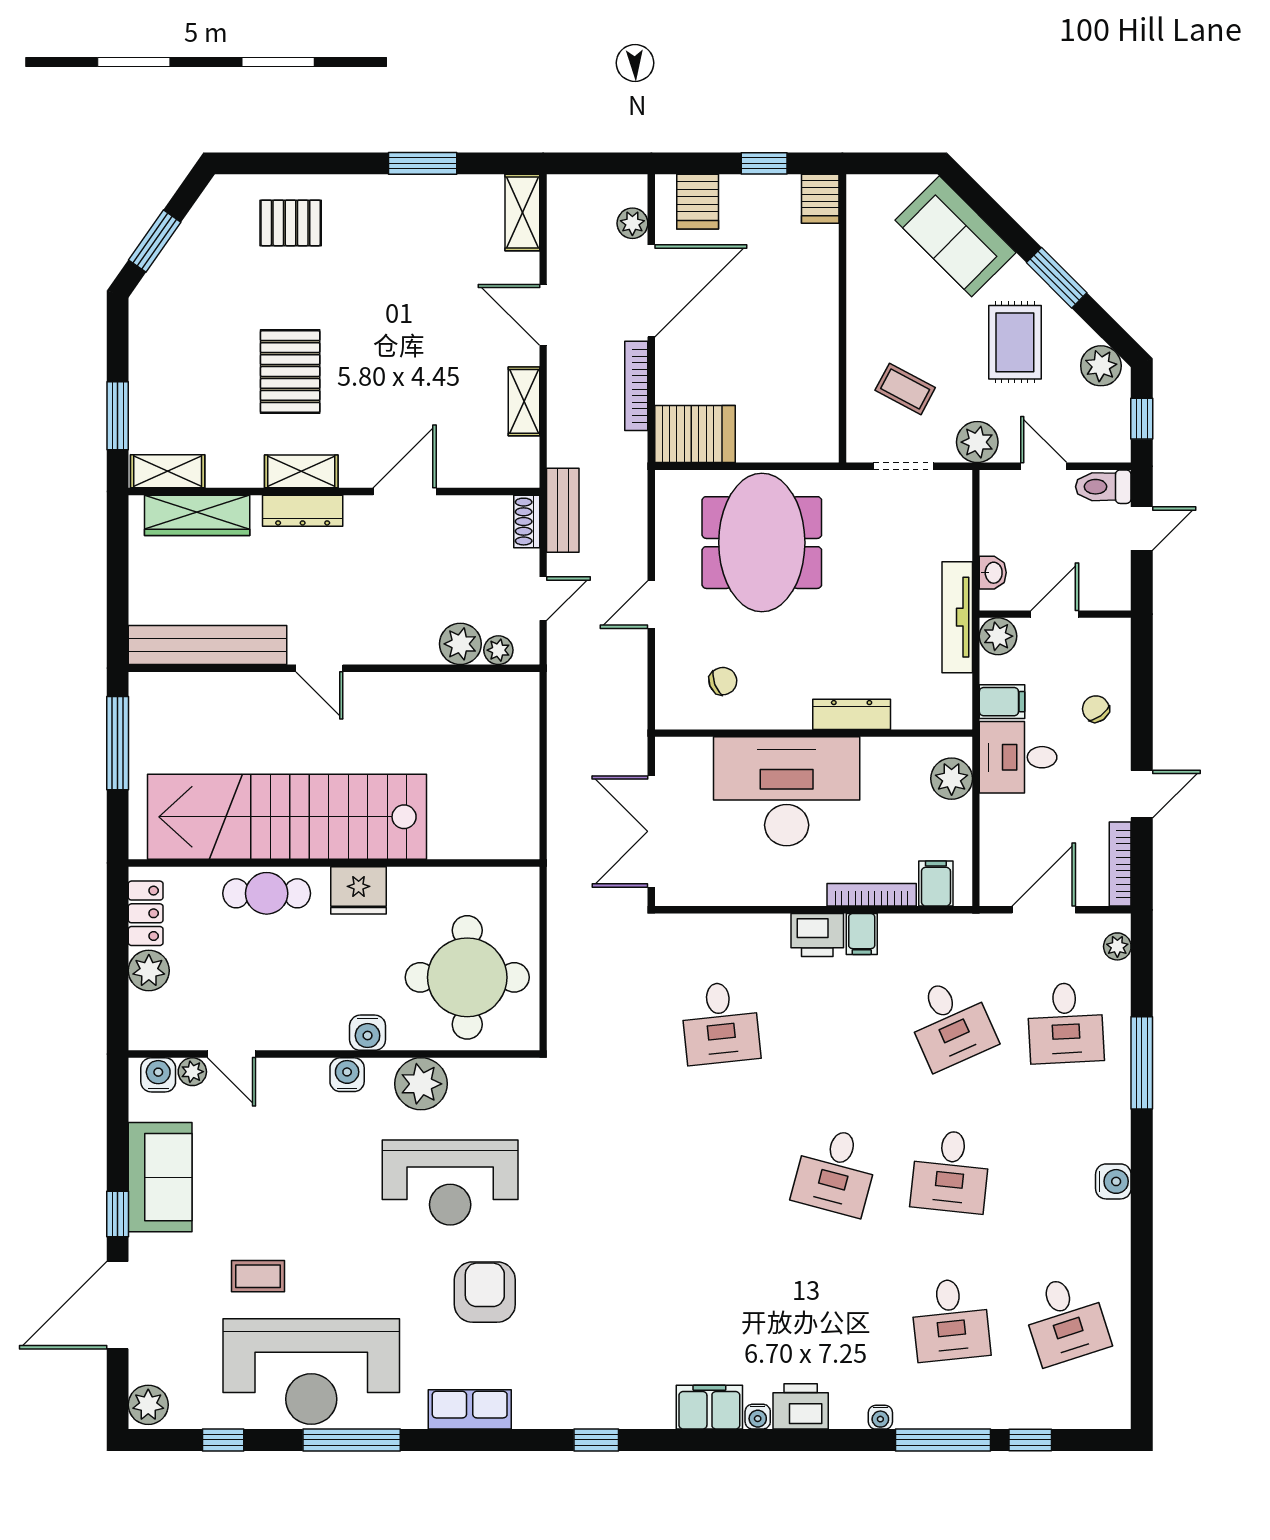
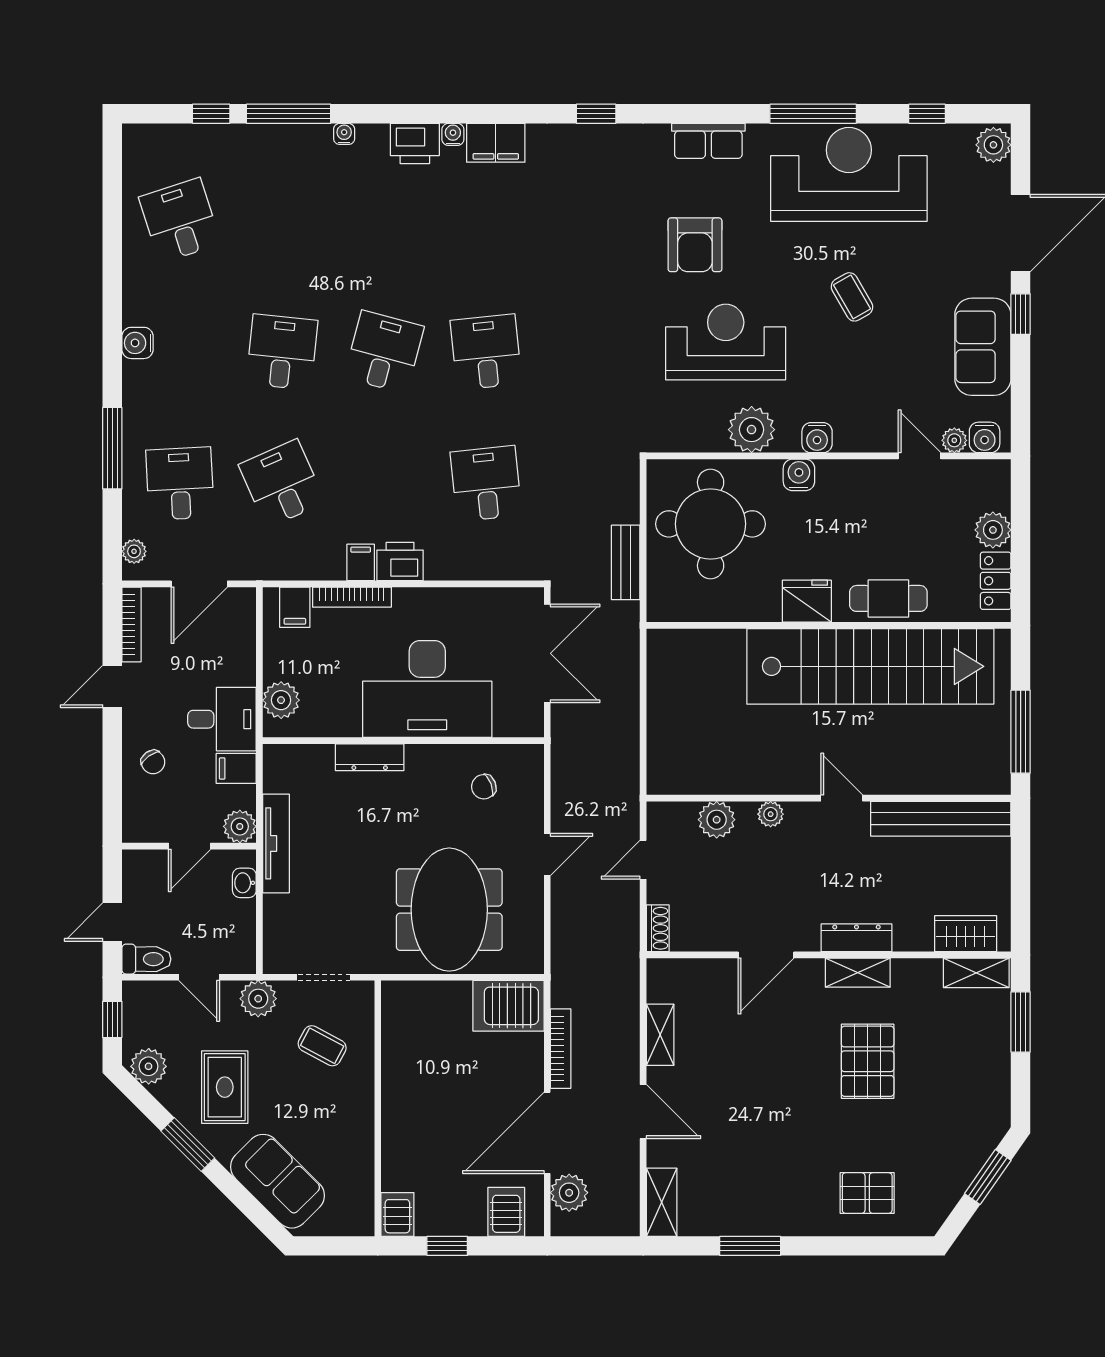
plant: (632, 223) -> (569, 1193), width x1.38, depth x1.38
bench: (563, 510) -> (626, 562), moved
wardrobe: (197, 515) -> (966, 934), width x0.67
plant: (498, 650) -> (771, 814), moved
coffee table: (258, 1276) -> (852, 297), moved, turned 60
desk: (950, 1320) -> (486, 352), moved

